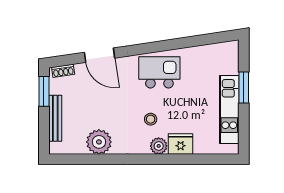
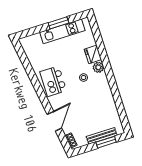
window: (244, 88) -> (58, 23), moved
window: (44, 91) -> (106, 142), moved
plant: (99, 142) -> (108, 105), removed

